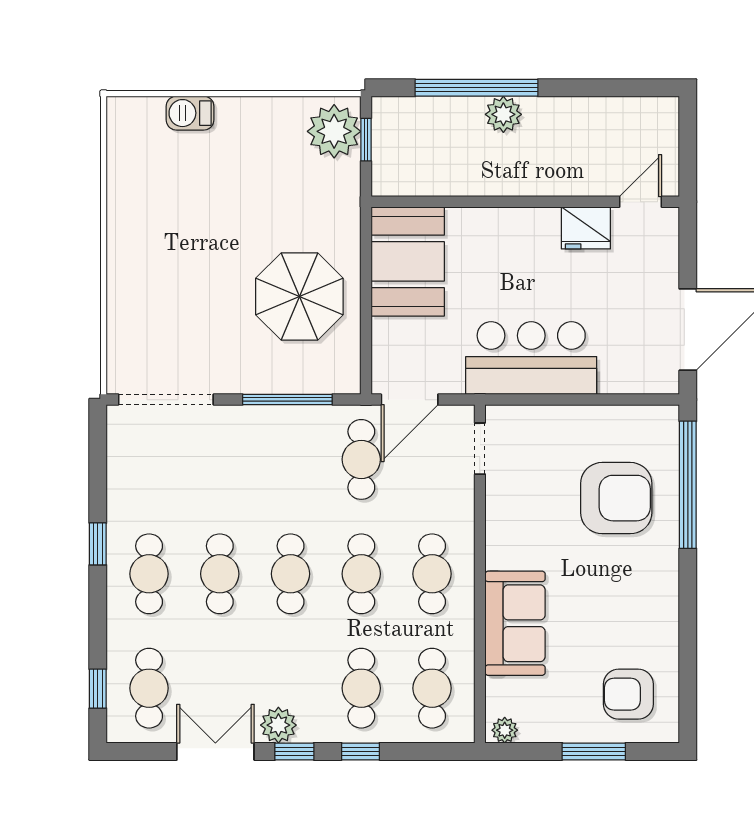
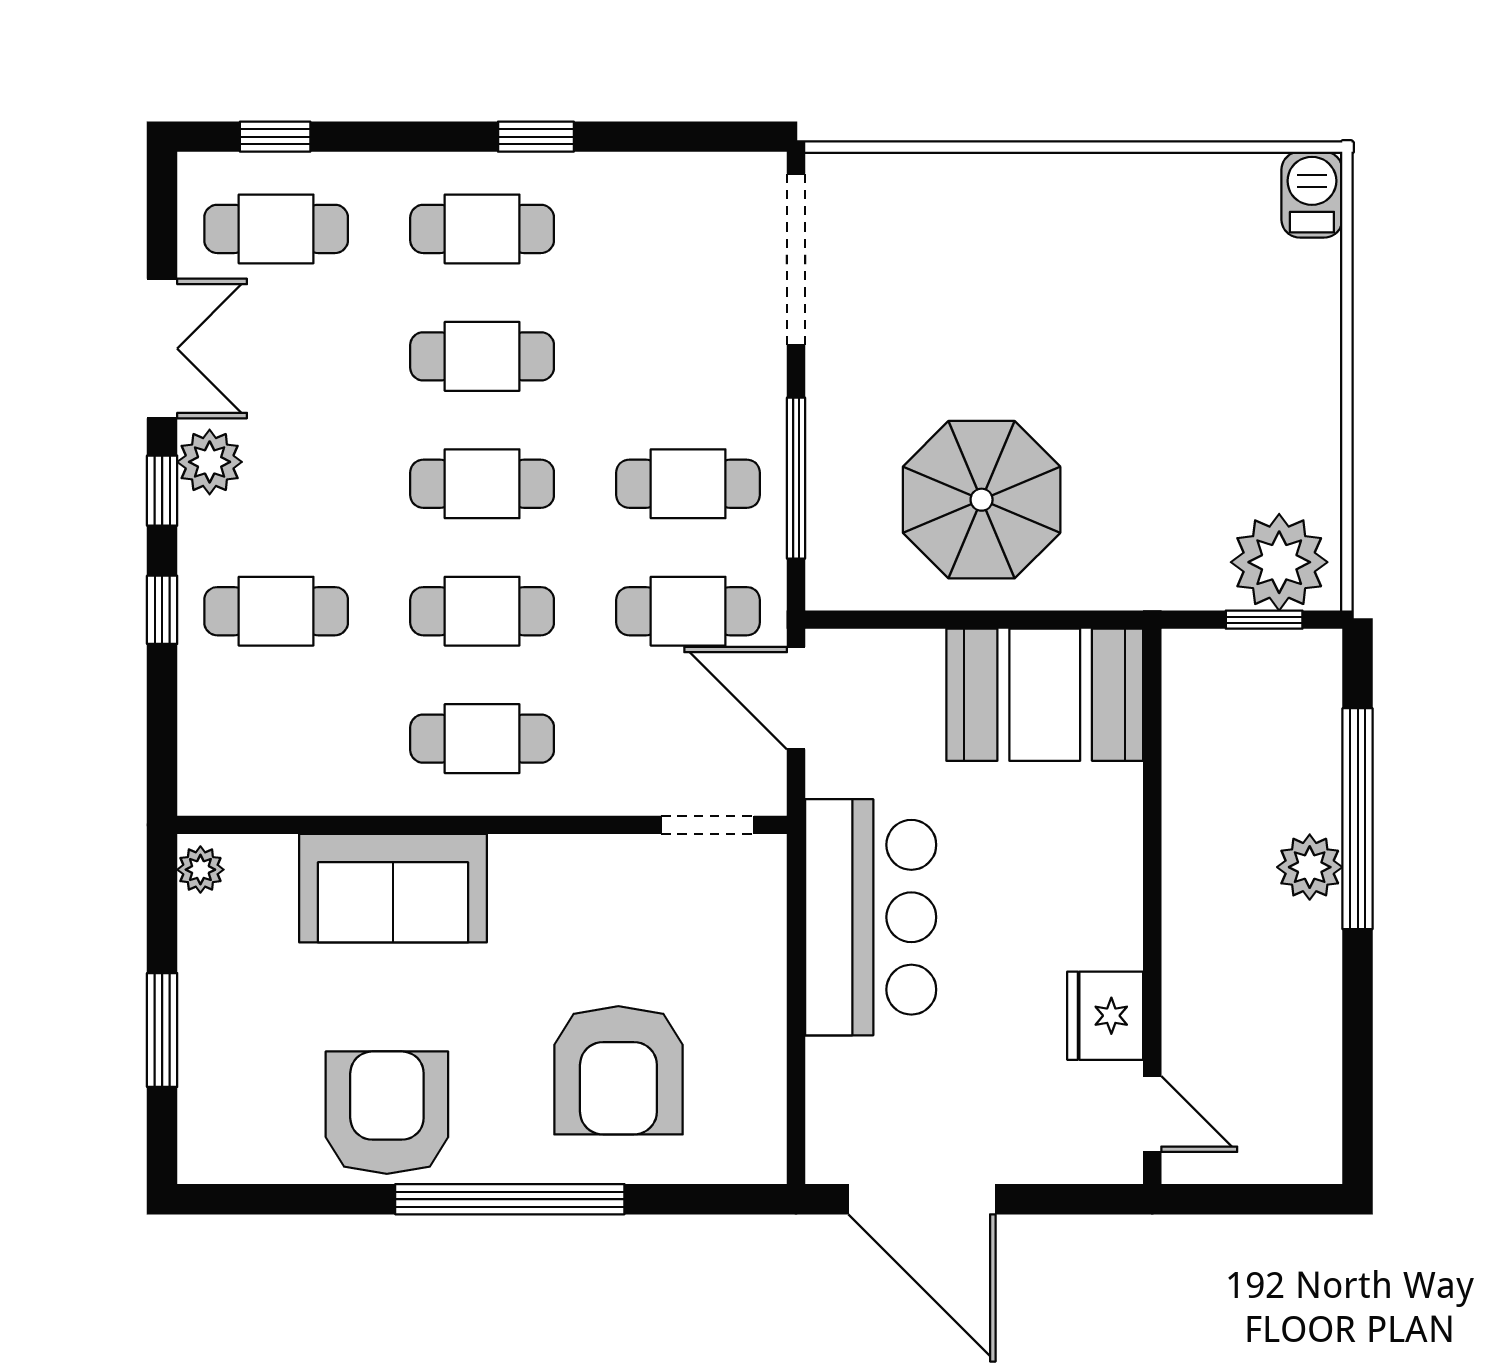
barbecue: (190, 113) -> (1312, 195), moved
window: (688, 485) -> (510, 1199), moved
cafe table: (432, 688) -> (688, 484), moved
armchair: (628, 694) -> (387, 1113), moved, width x1.36, depth x1.36

